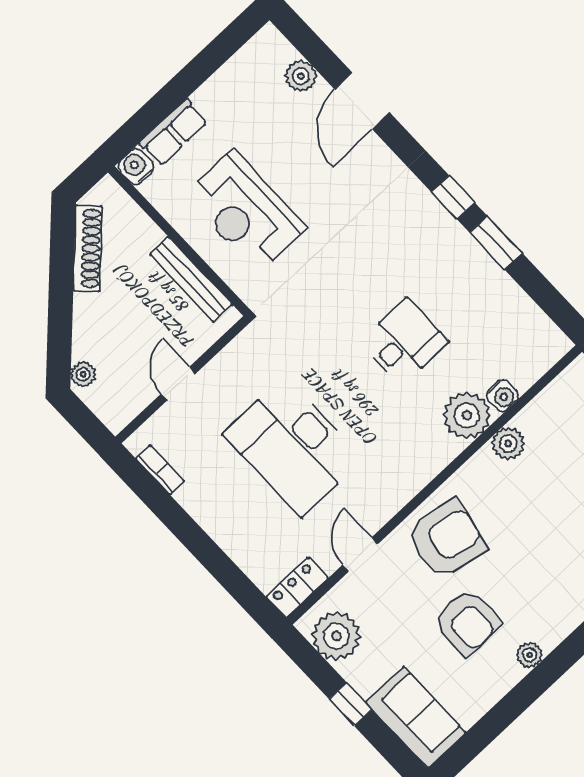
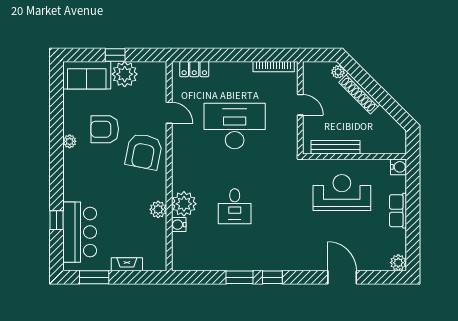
plant: (301, 76) -> (398, 263), moved
row of seats: (174, 132) -> (398, 211), moved
shoe rack: (88, 248) -> (359, 93), moved
bookcase: (160, 470) -> (274, 67), width x1.56
locker: (297, 588) -> (194, 69), moved, turned 90
plant: (336, 636) -> (125, 74), moved

